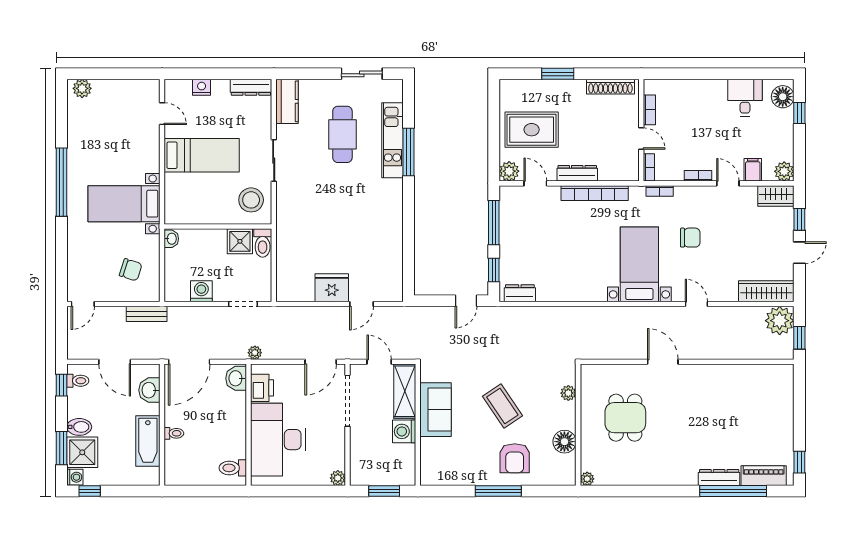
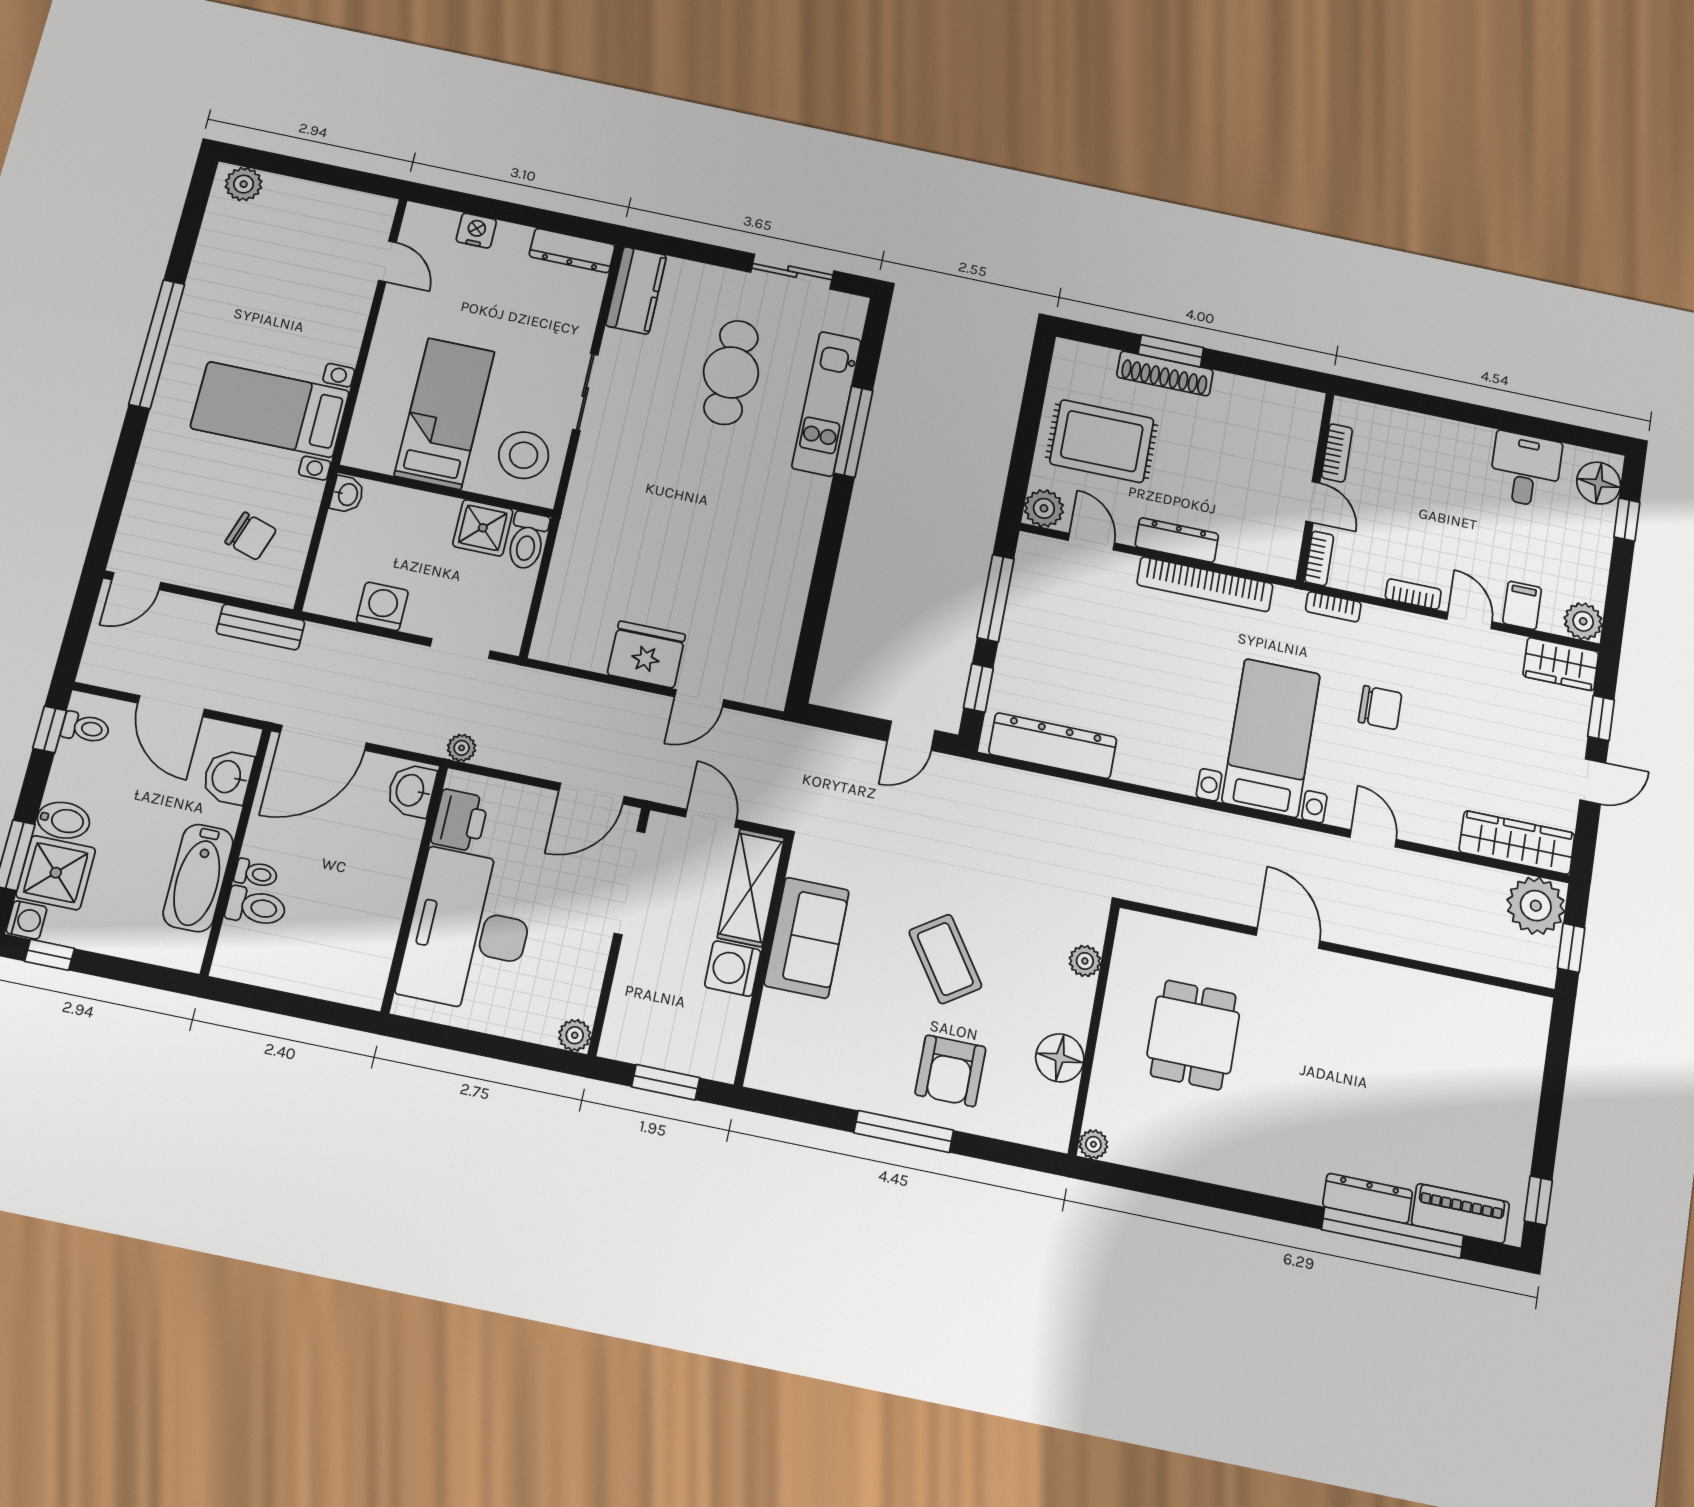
shoe rack: (610, 87) -> (1165, 373), moved
bed: (202, 155) -> (445, 414), moved, turned -90
dresser: (520, 293) -> (1053, 746), width x1.96, depth x1.24
toilet: (233, 468) -> (256, 907), moved, turned 180

